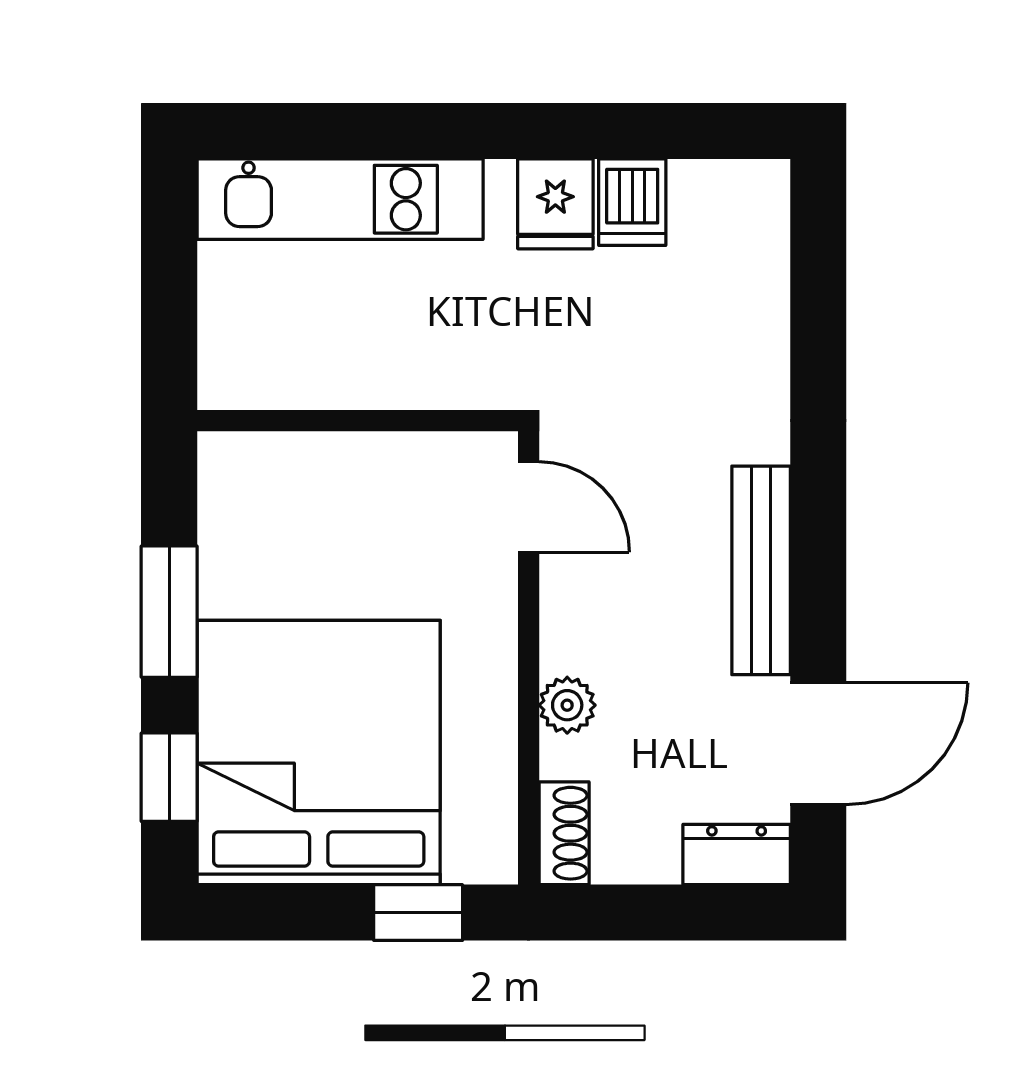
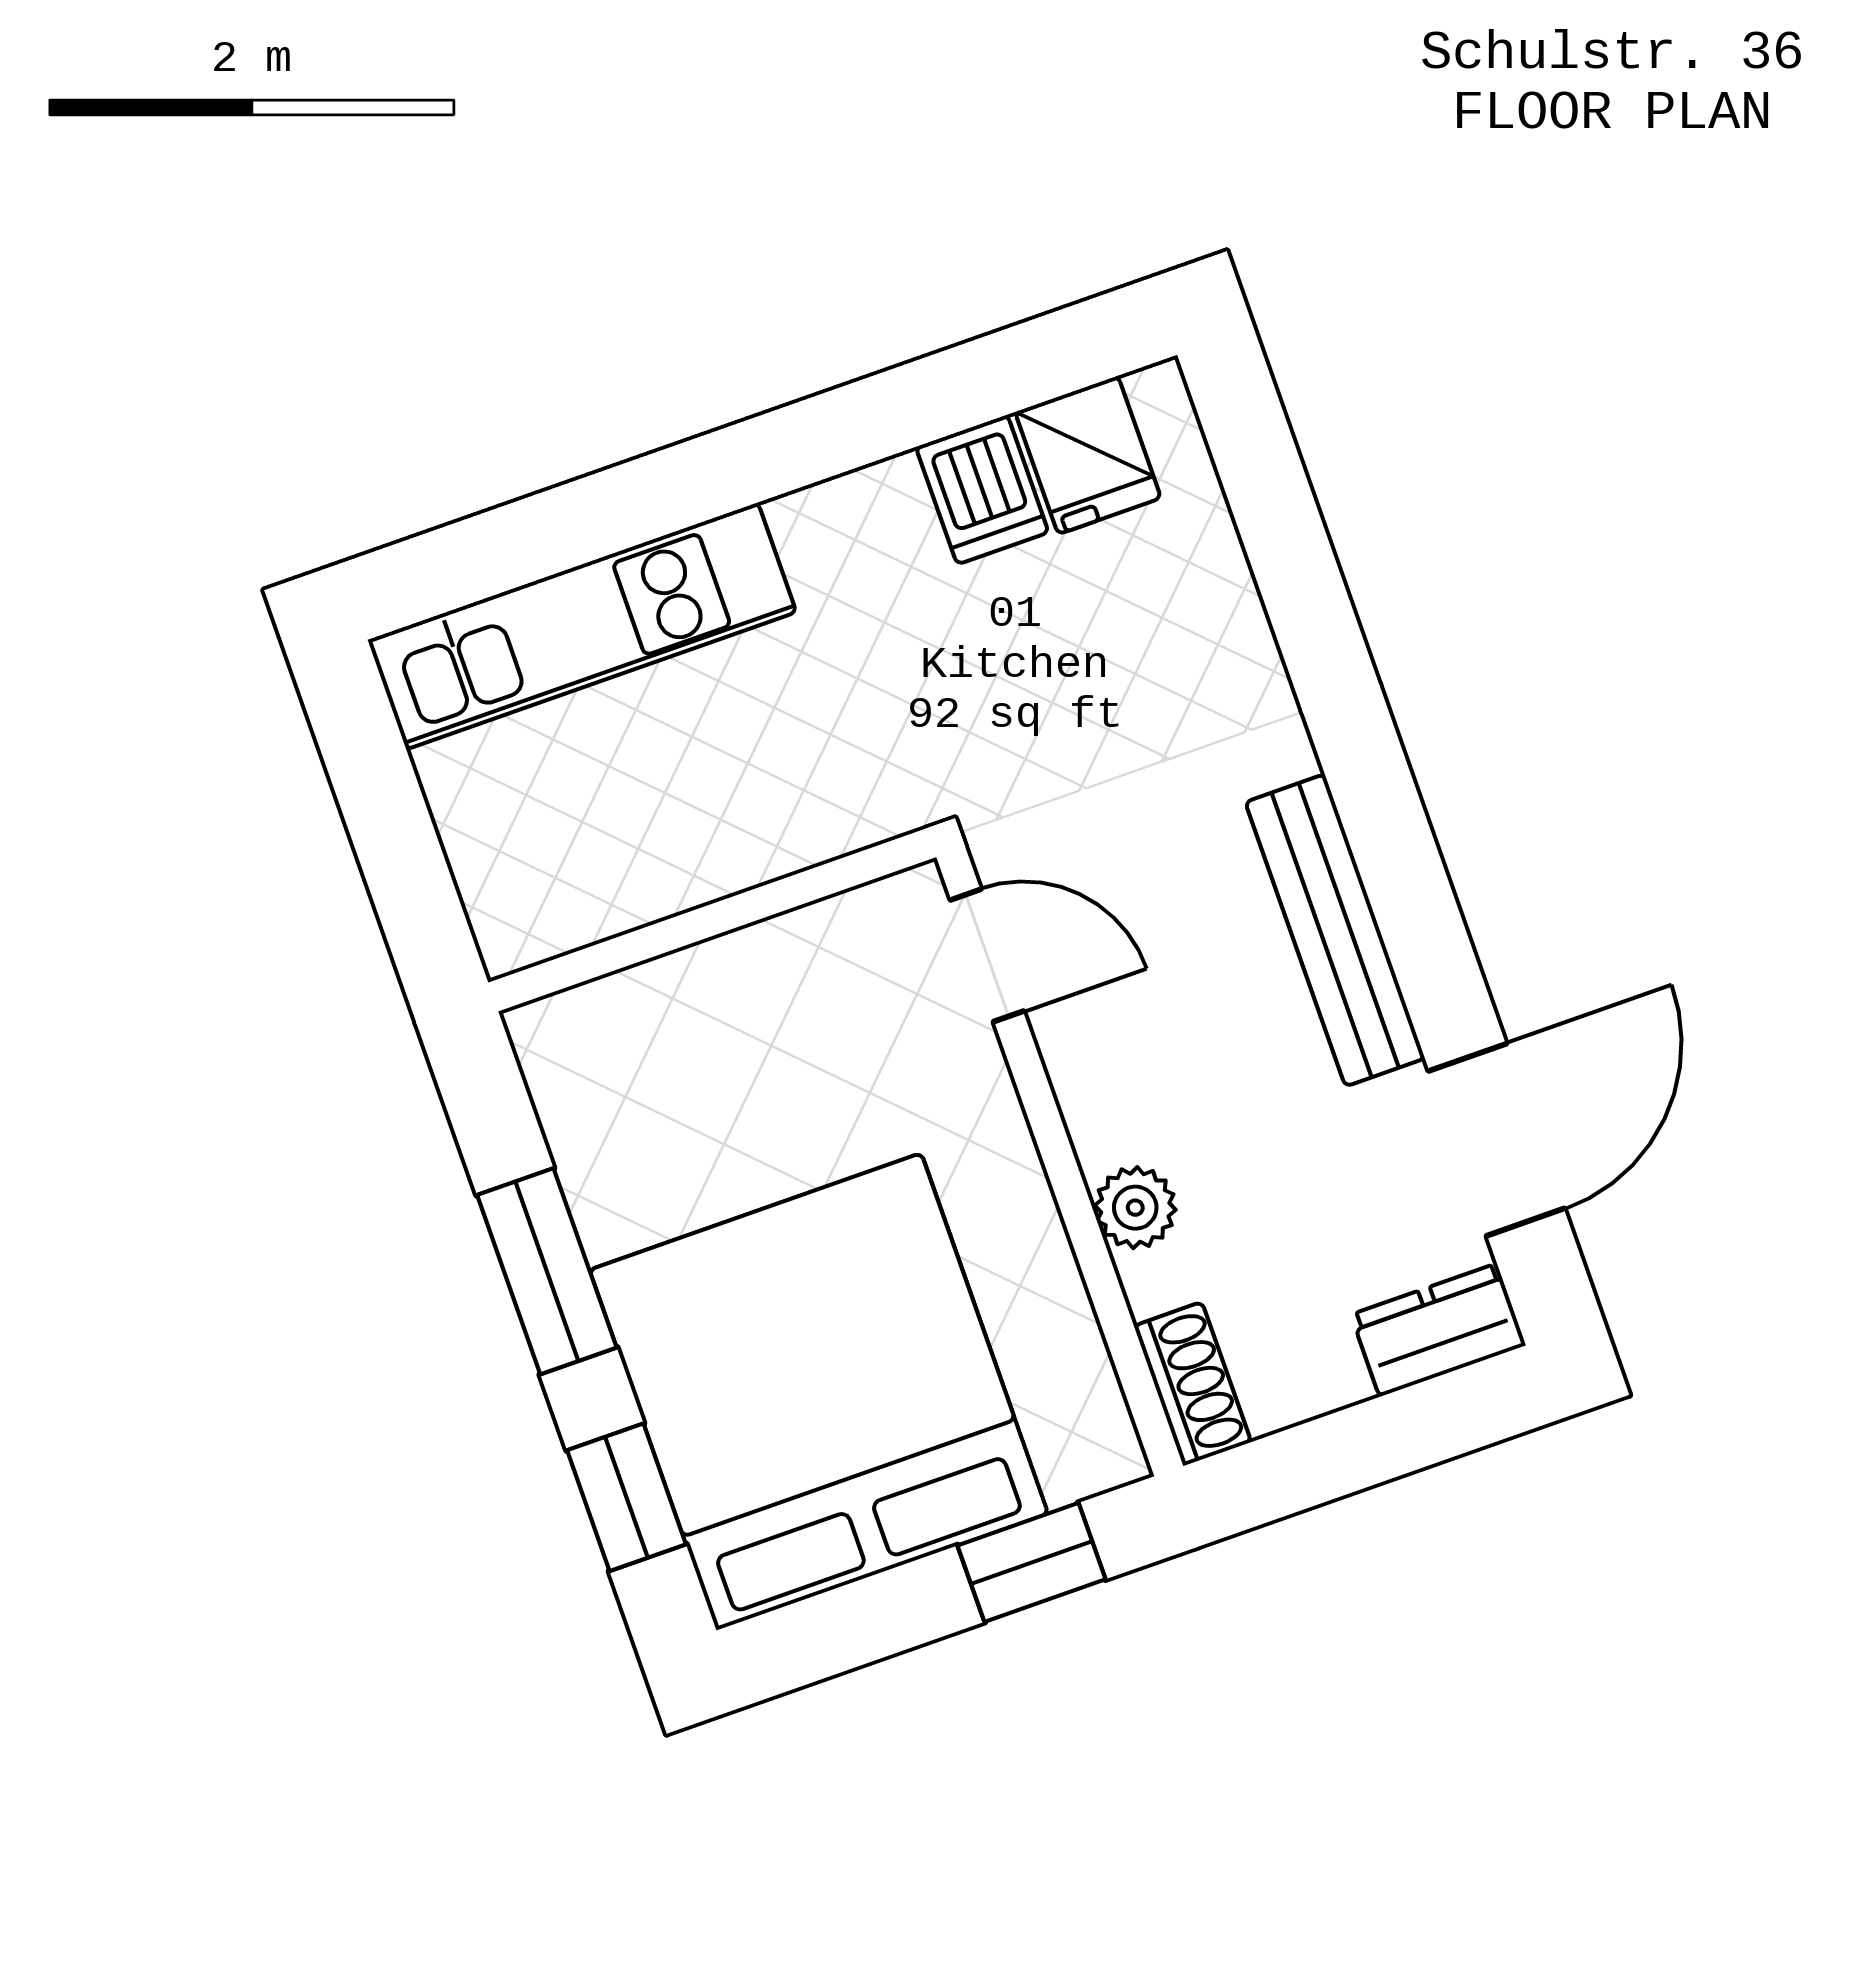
fridge: (555, 204) -> (1088, 455), moved

